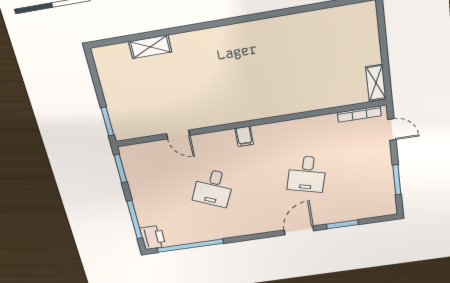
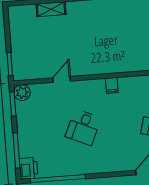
door: (178, 135) -> (62, 79), swing flipped
plant: (130, 154) -> (22, 93), added

